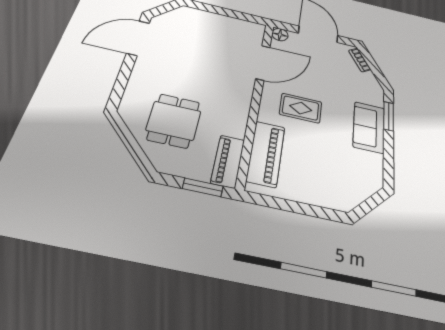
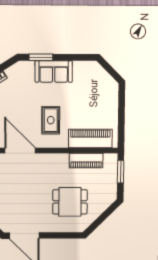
dining table: (174, 121) -> (70, 202), moved
piano: (228, 161) -> (86, 161), moved

